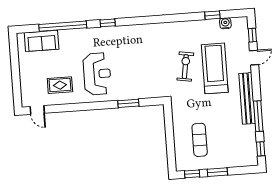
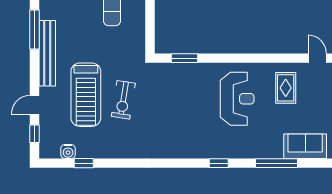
window: (63, 26) -> (276, 163), width x0.68
reception desk: (97, 74) -> (237, 99), turned 180
rug: (60, 85) -> (286, 88), turned 90
window: (128, 103) -> (185, 58), moved

